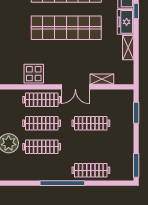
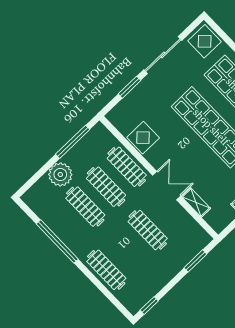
double door: (75, 87) -> (167, 186), swing flipped
window: (136, 165) -> (149, 306), width x0.67
window: (62, 183) -> (57, 241), moved

